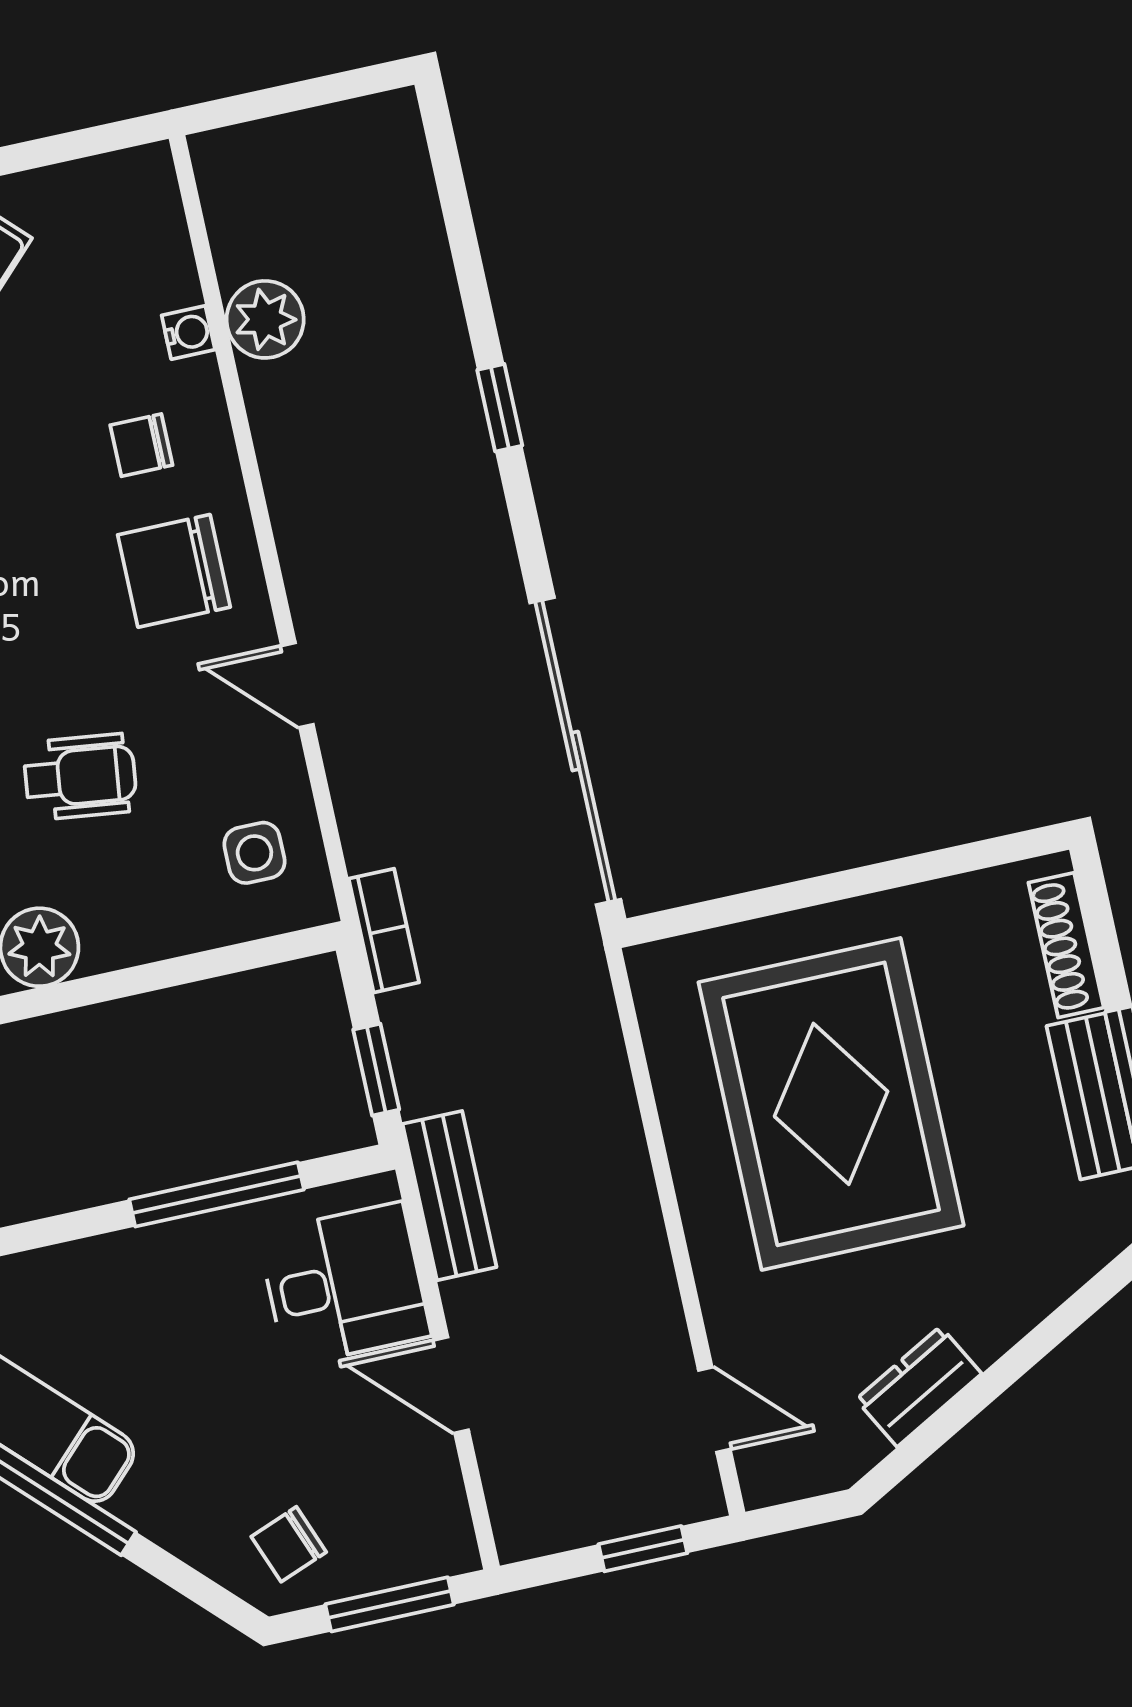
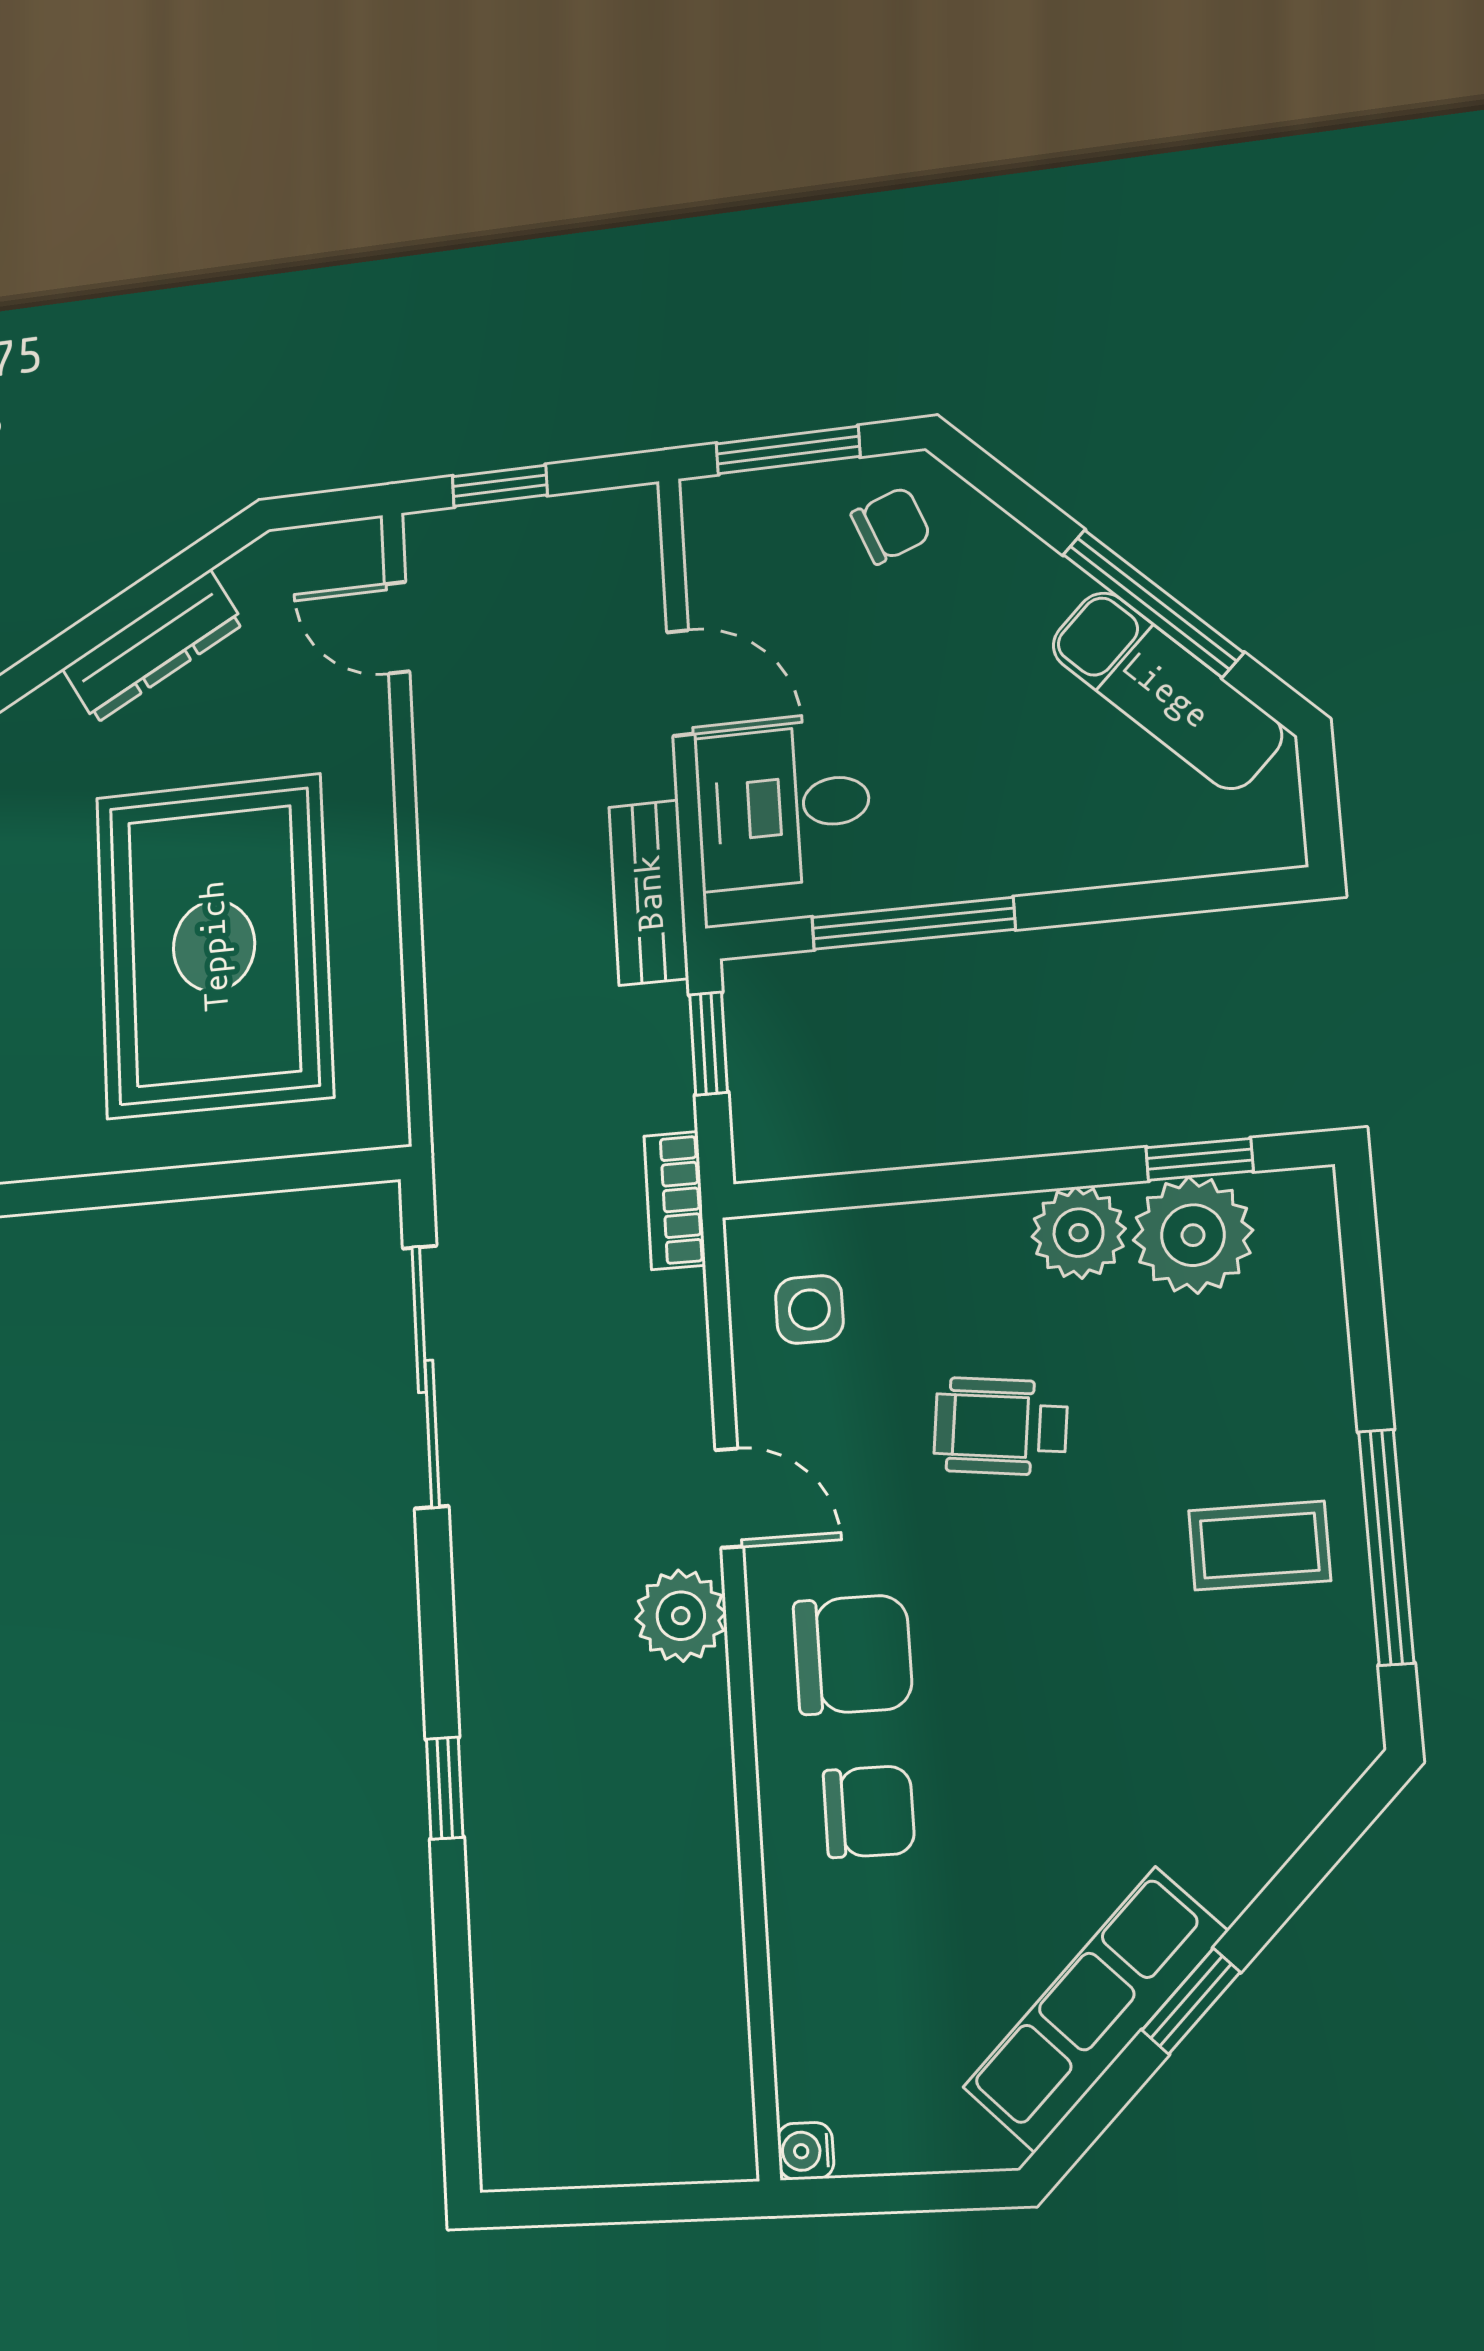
plant: (265, 319) -> (681, 1616), moved
water cooler: (188, 333) -> (806, 2151), moved
chair: (141, 445) -> (869, 1812), width x1.37, depth x1.37
sliding door: (575, 751) -> (426, 1376), width x0.73
dresser: (919, 1387) -> (153, 646), width x1.44

